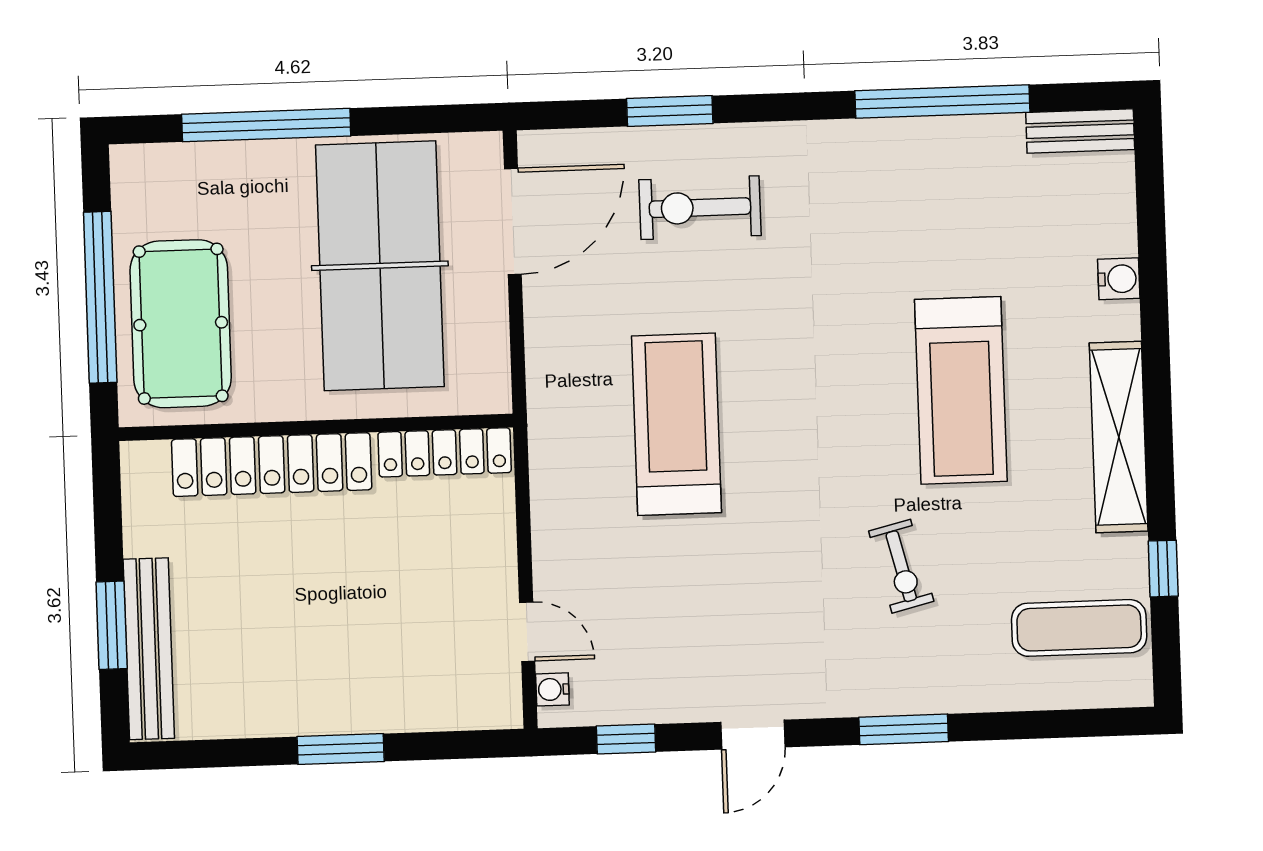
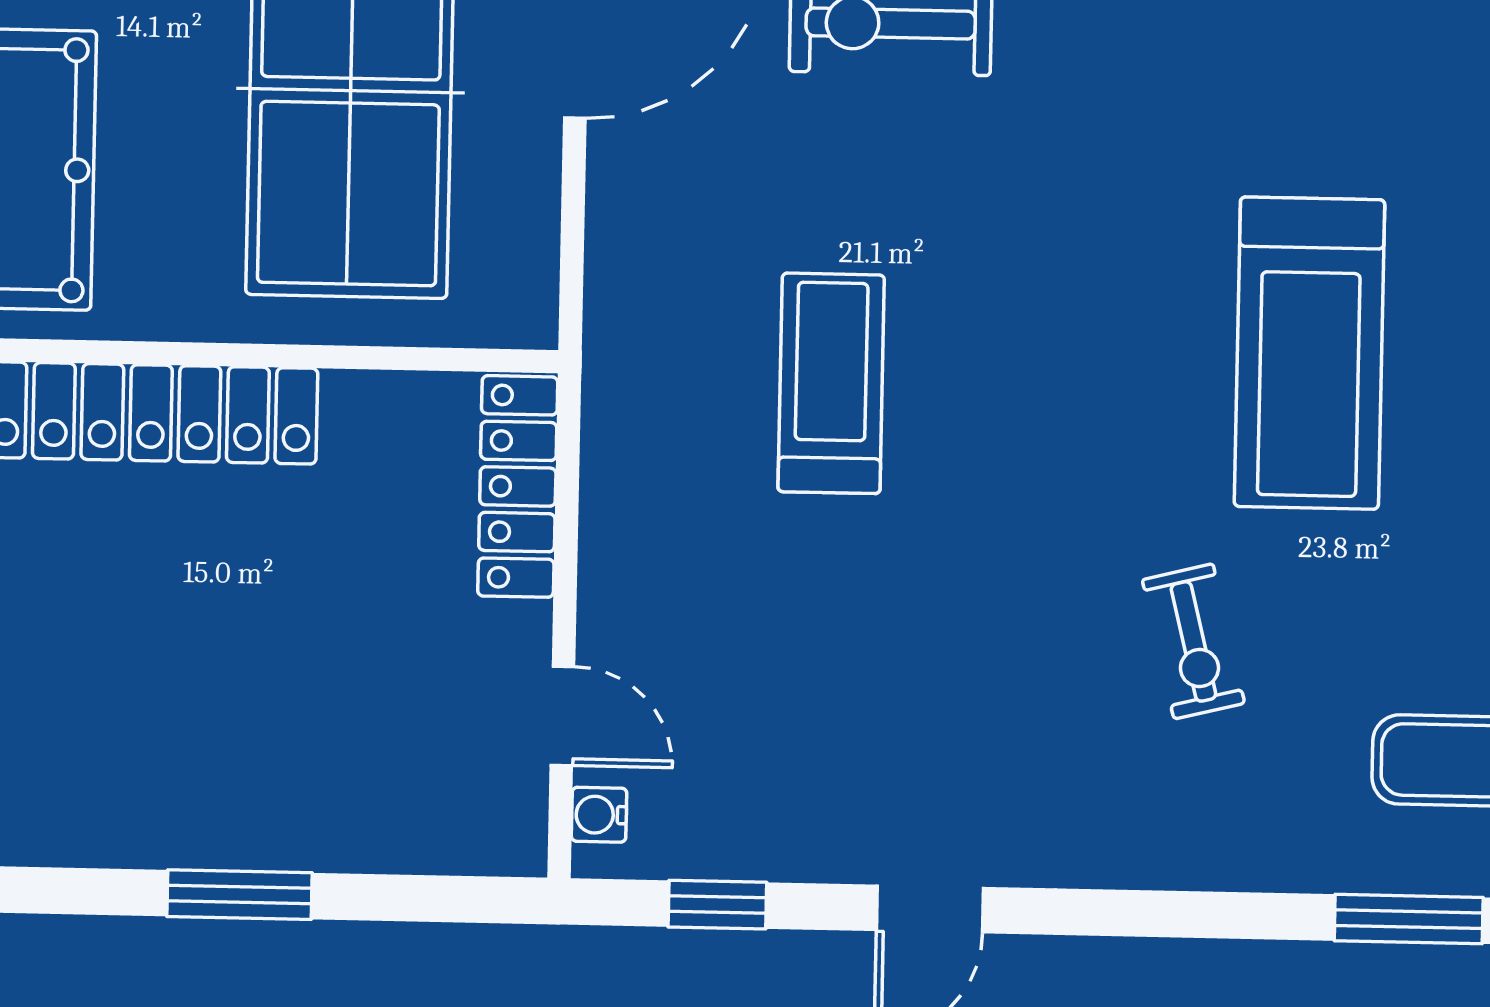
treadmill: (676, 424) -> (831, 383), width x0.73, depth x0.73
locker: (445, 452) -> (518, 486), moved, turned 90
window: (904, 729) -> (1409, 919), moved

